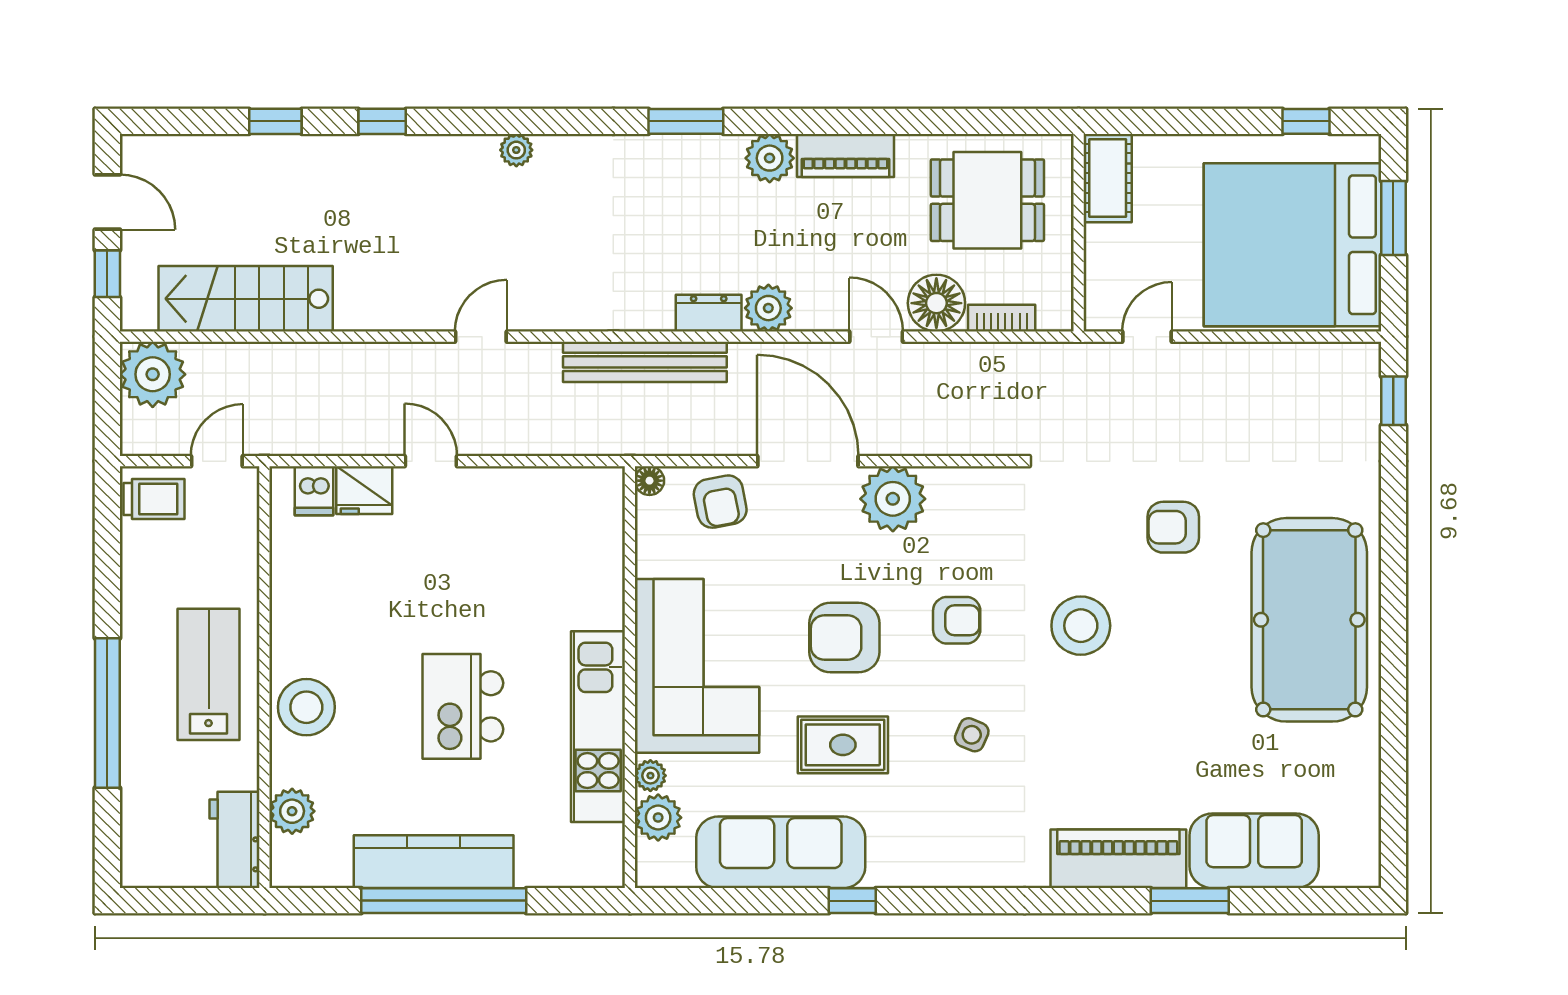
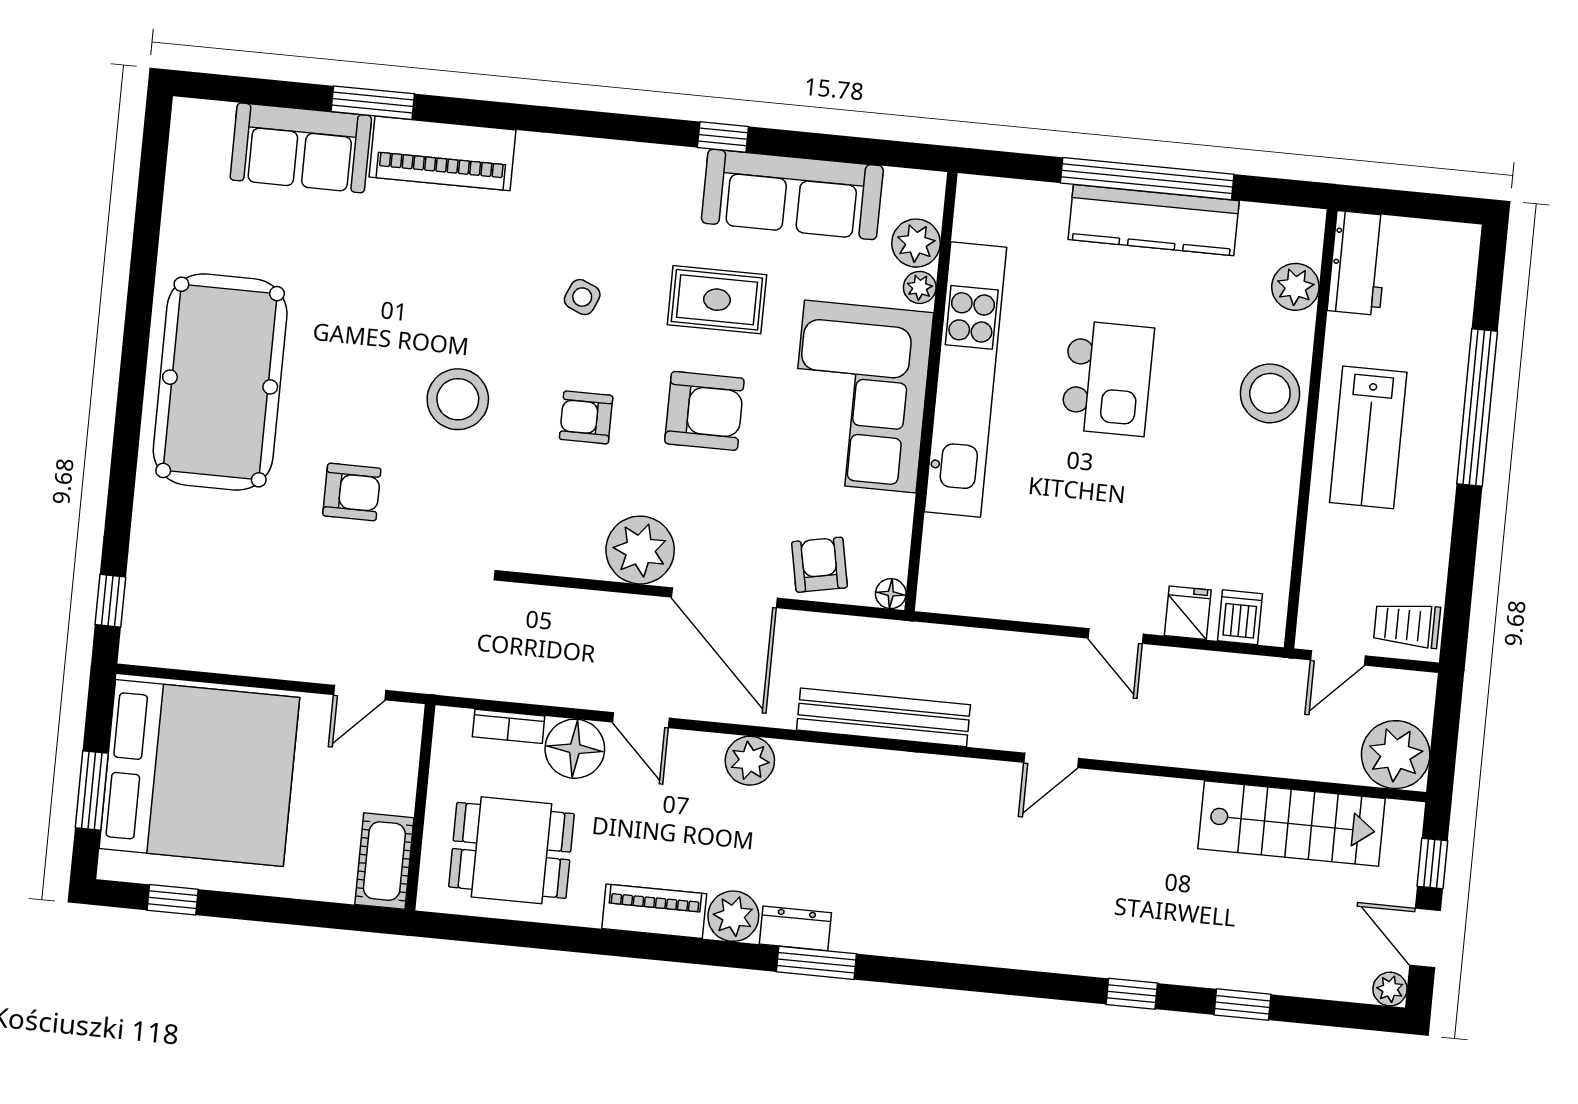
plant: (516, 150) -> (1390, 989), moved
dresser: (709, 313) -> (795, 928), moved, turned 180
fridge: (364, 490) -> (1188, 613), width x0.72
kitchen unit: (598, 727) -> (966, 380), width x1.36

